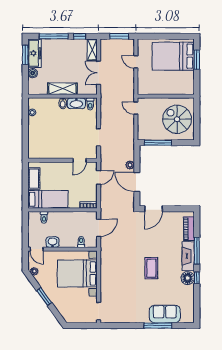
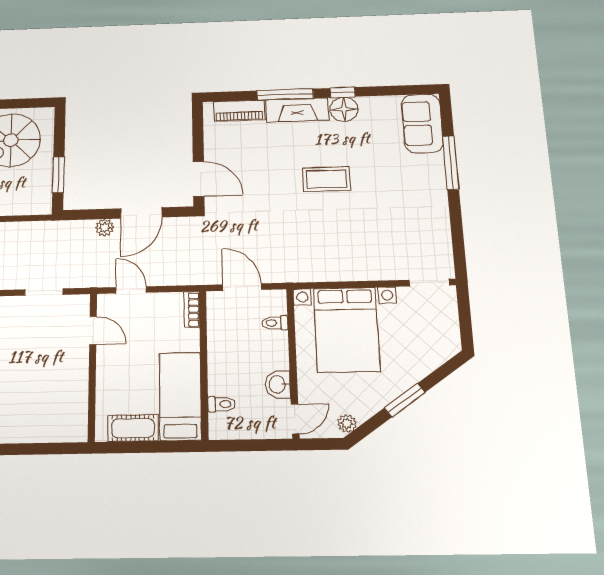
window: (158, 143) -> (58, 175), width x0.69
sofa: (165, 314) -> (422, 123), moved

